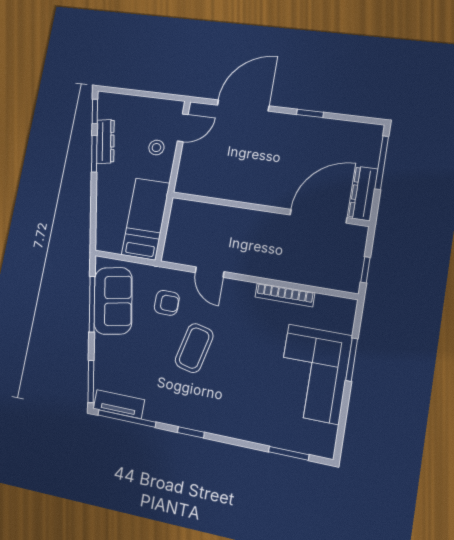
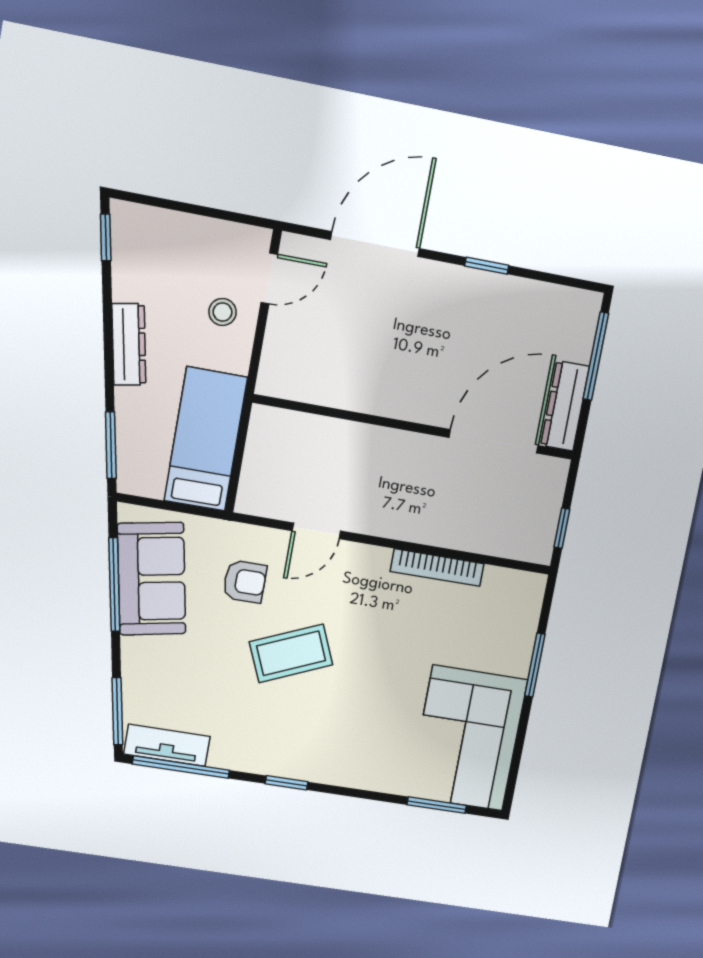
dresser: (105, 141) -> (129, 344), moved
window: (94, 154) -> (111, 445), moved
door: (210, 272) -> (316, 531), hinge flipped
coffee table: (194, 348) -> (291, 653), turned 54
corner sofa: (314, 374) -> (468, 738), moved

